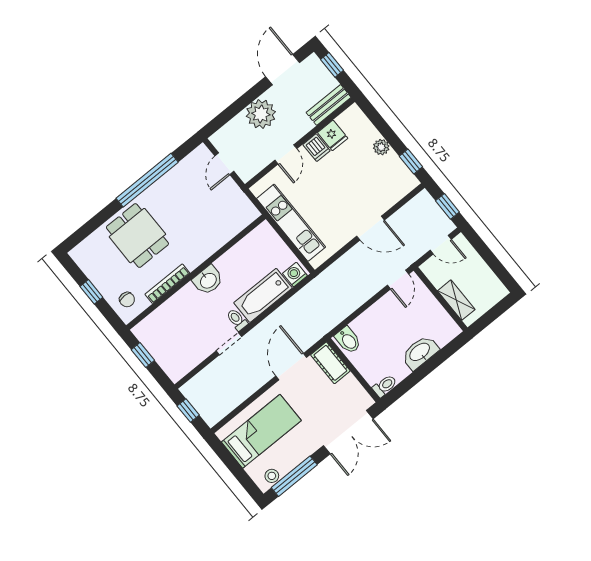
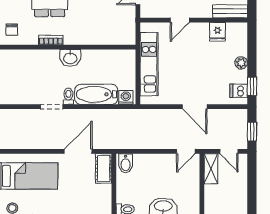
dishwasher: (316, 148) -> (239, 91), moved, turned 90
bookcase: (167, 284) -> (51, 40), width x0.64
shelving: (456, 300) -> (211, 169), moved

